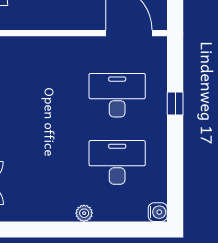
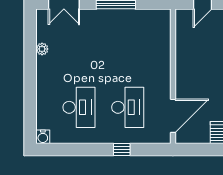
plant: (84, 213) -> (42, 49), moved

